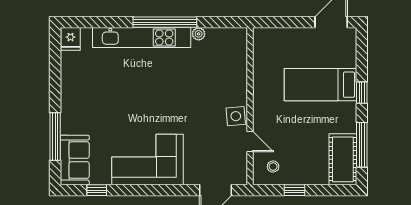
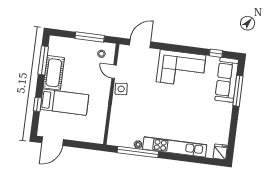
window: (165, 22) -> (138, 152), moved
window: (362, 93) -> (37, 104), moved
cot: (343, 159) -> (54, 73), moved
sofa: (75, 160) -> (227, 80), width x1.36
window: (294, 190) -> (90, 37), width x2.17

